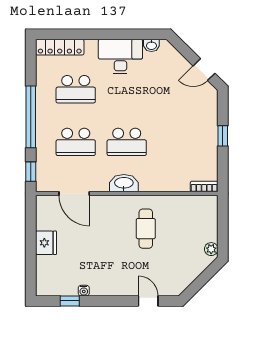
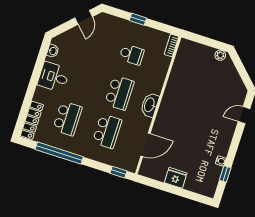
desk: (120, 56) -> (54, 77), width x0.73
window: (31, 117) -> (59, 153), moved
school desk: (178, 142) -> (132, 55), added
cafe table: (146, 229) -> (189, 99), removed

